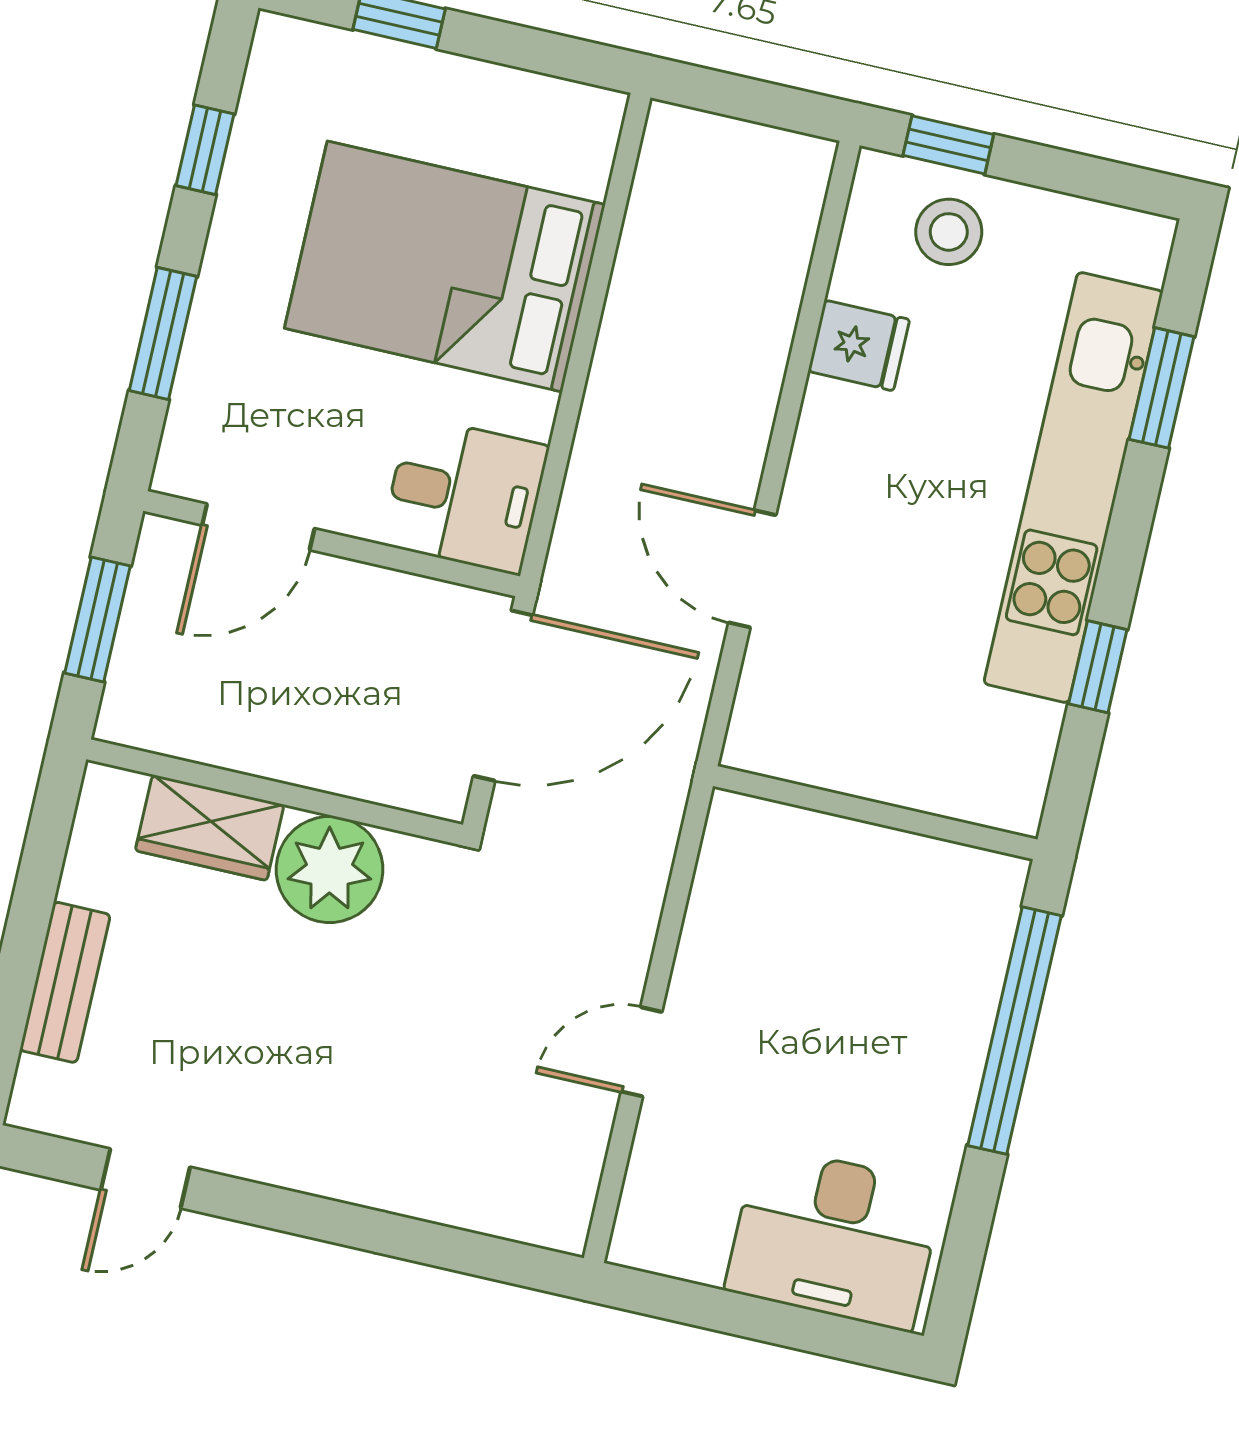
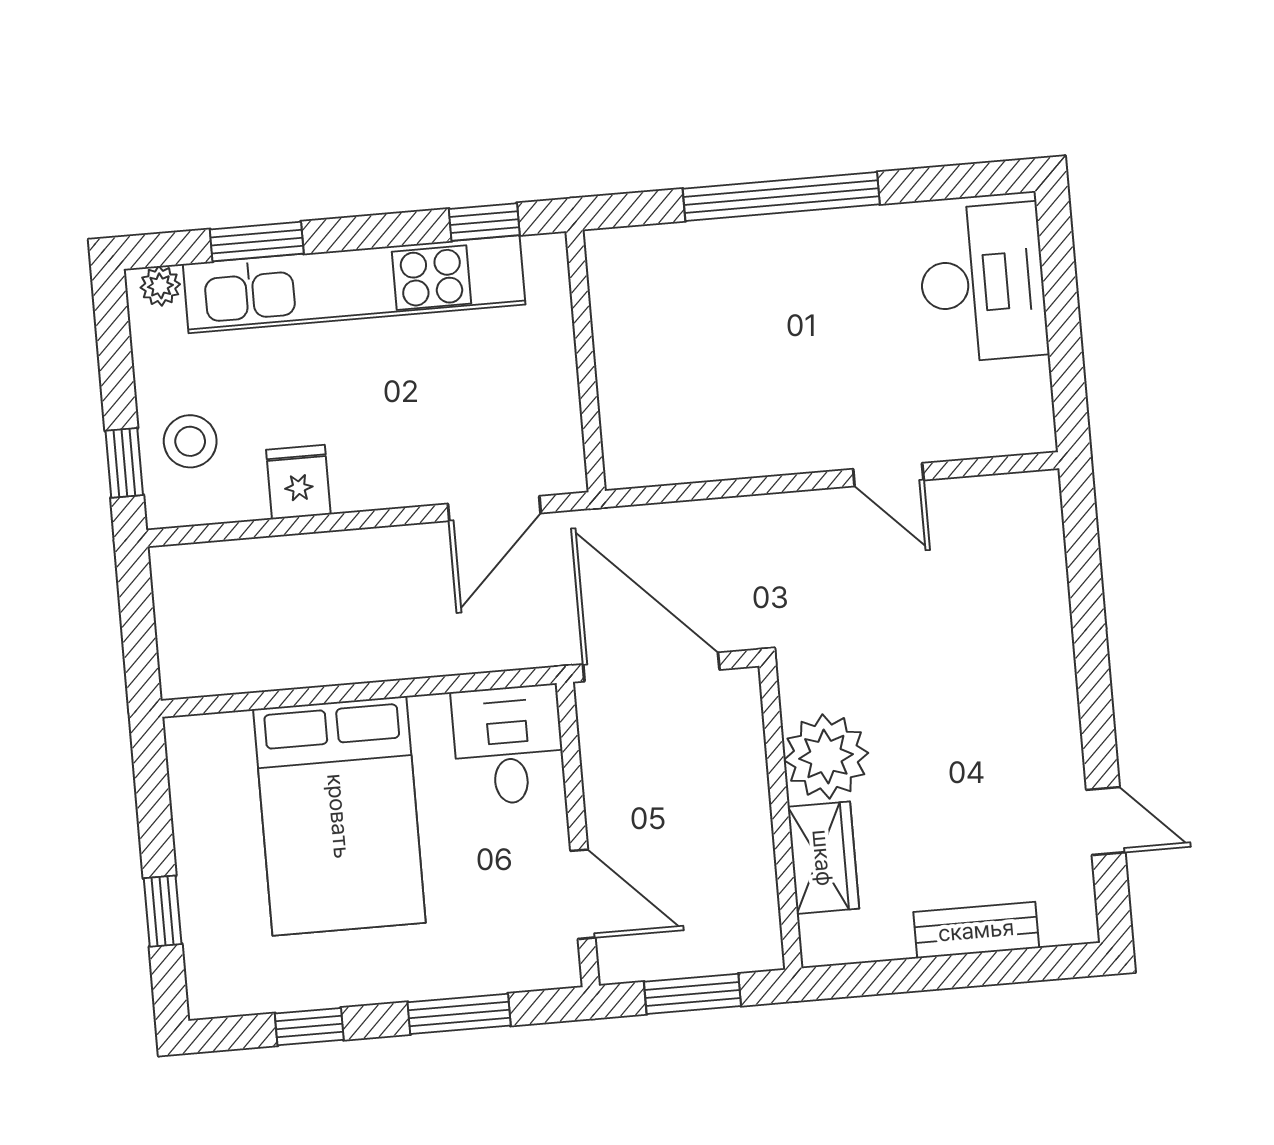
plant: (1146, 256) -> (160, 286), added
wall: (875, 813) -> (586, 361), moved

